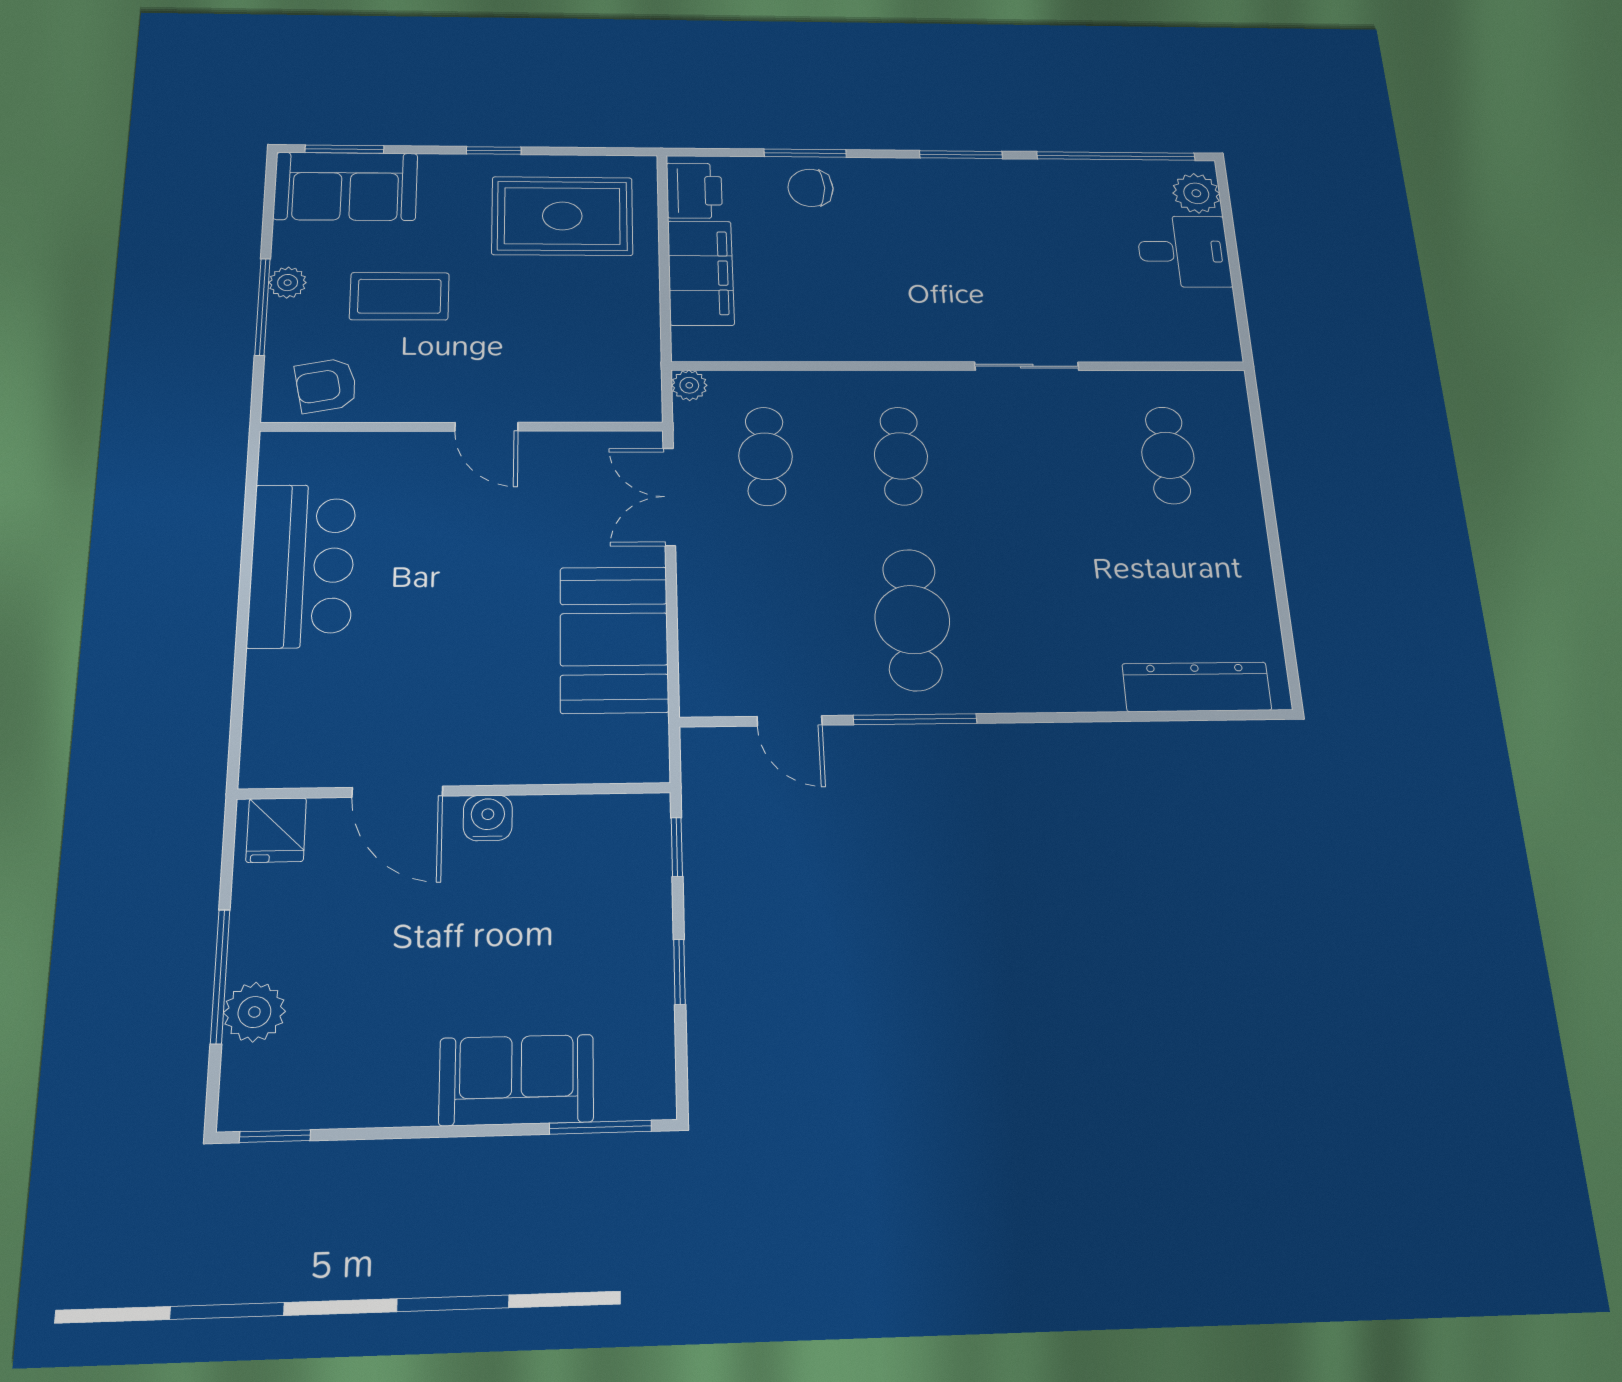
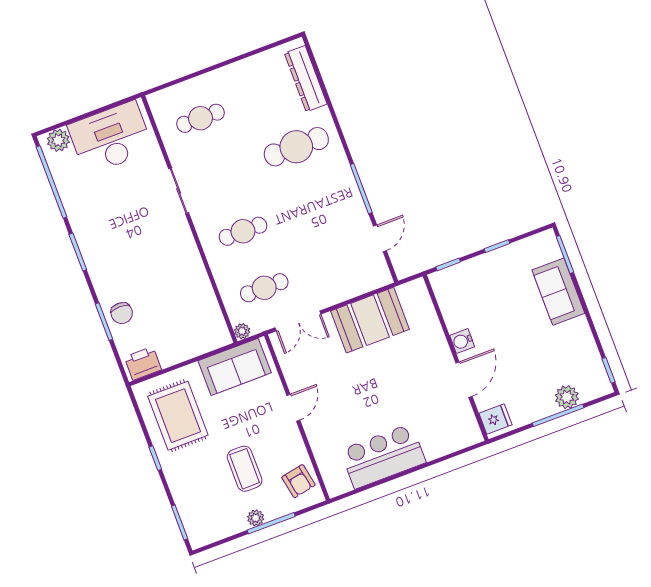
sofa: (346, 186) -> (235, 367), moved, turned 90
desk: (1184, 251) -> (111, 138), width x1.87, depth x1.30
filing cabinet: (701, 273) -> (184, 346), removed
cafe table: (912, 619) -> (296, 147), moved

